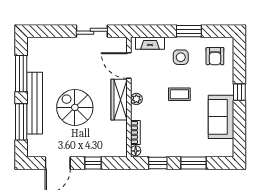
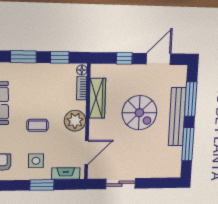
window: (189, 31) -> (42, 185), moved
door: (129, 65) -> (87, 152), hinge flipped
plant: (136, 99) -> (75, 121), width x1.88, depth x1.88
wardrobe: (119, 100) -> (97, 98), moved

